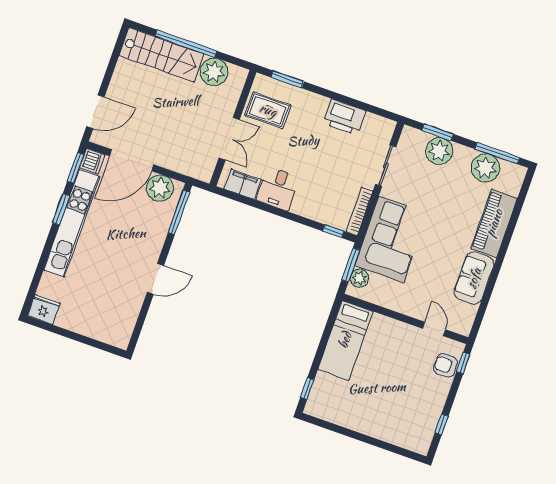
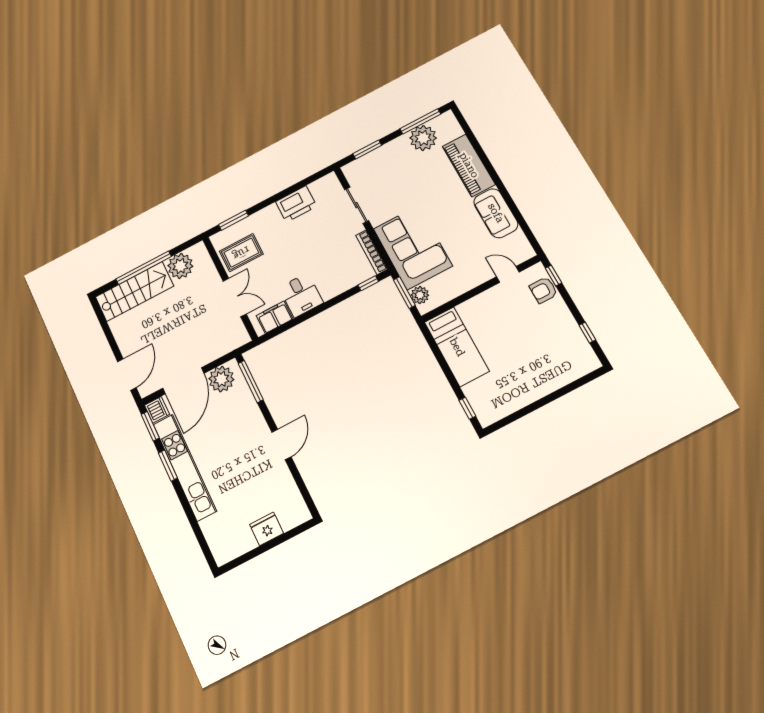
plant: (439, 151) -> (381, 160), removed
fridge: (44, 310) -> (267, 529), moved

